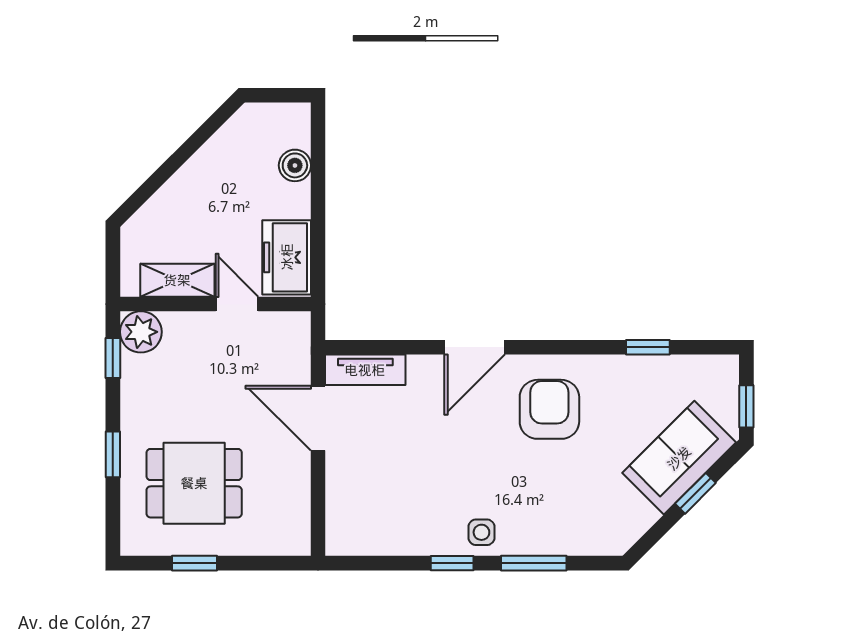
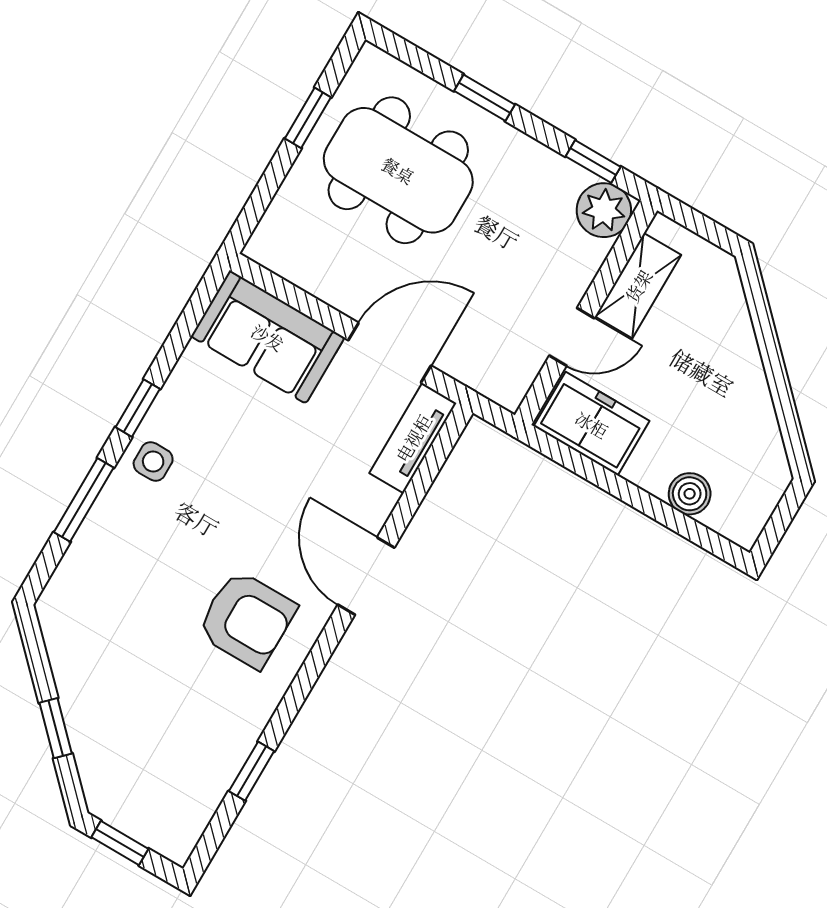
sofa: (679, 458) -> (268, 337), moved, turned 135
dining table: (194, 483) -> (398, 170), width x1.38

